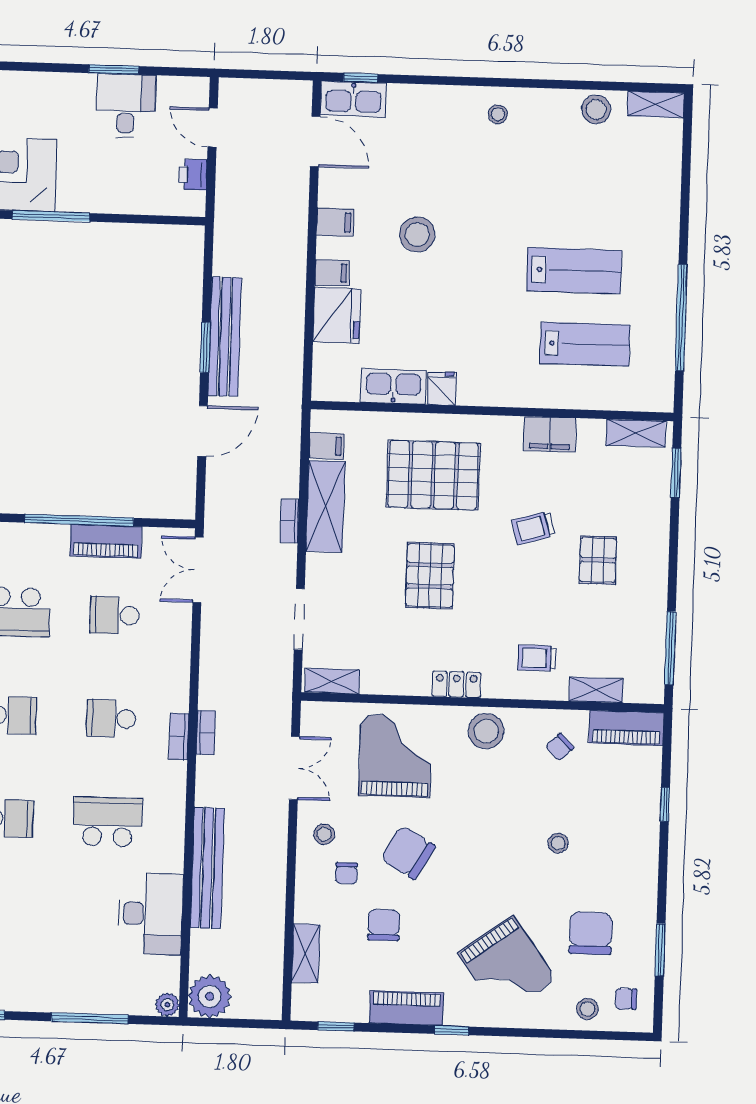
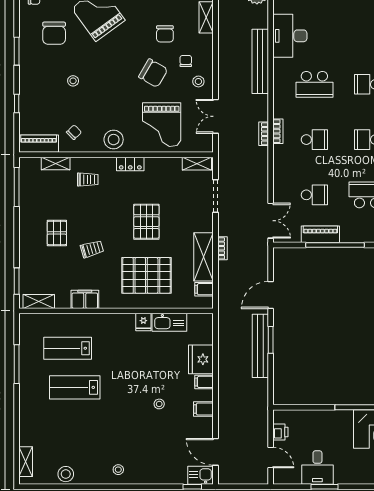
kitchen sink: (353, 99) -> (201, 475), width x0.73
shelving: (656, 104) -> (26, 462), moved, turned 90
stool: (417, 234) -> (159, 404), width x0.53, depth x0.53
window: (681, 318) -> (17, 364), width x0.68
window: (660, 950) -> (17, 51), moved

